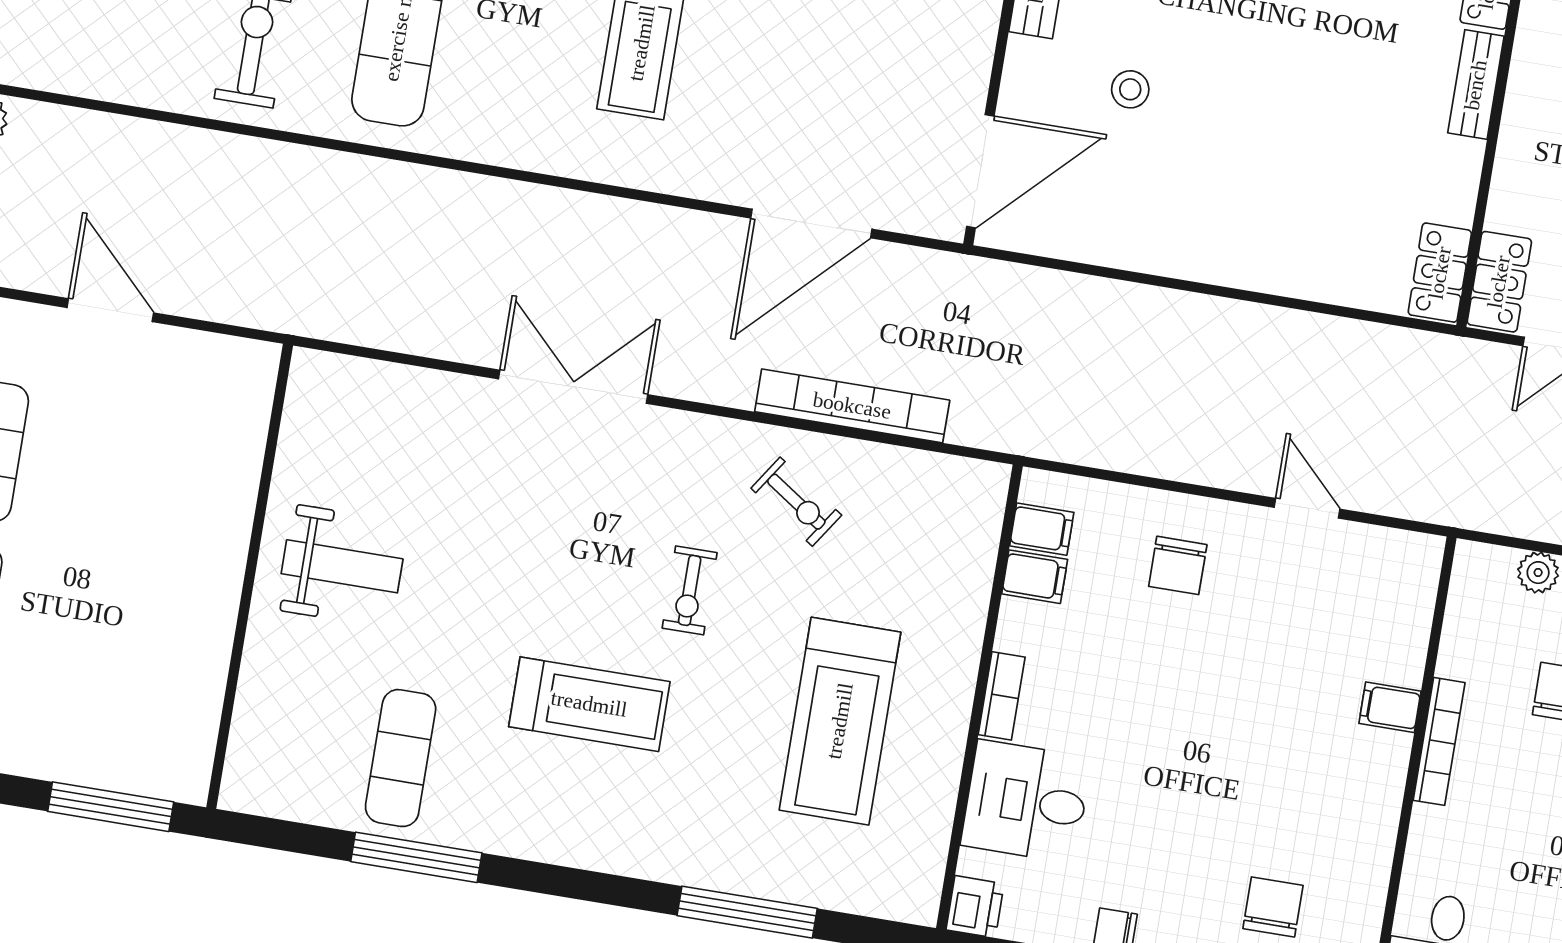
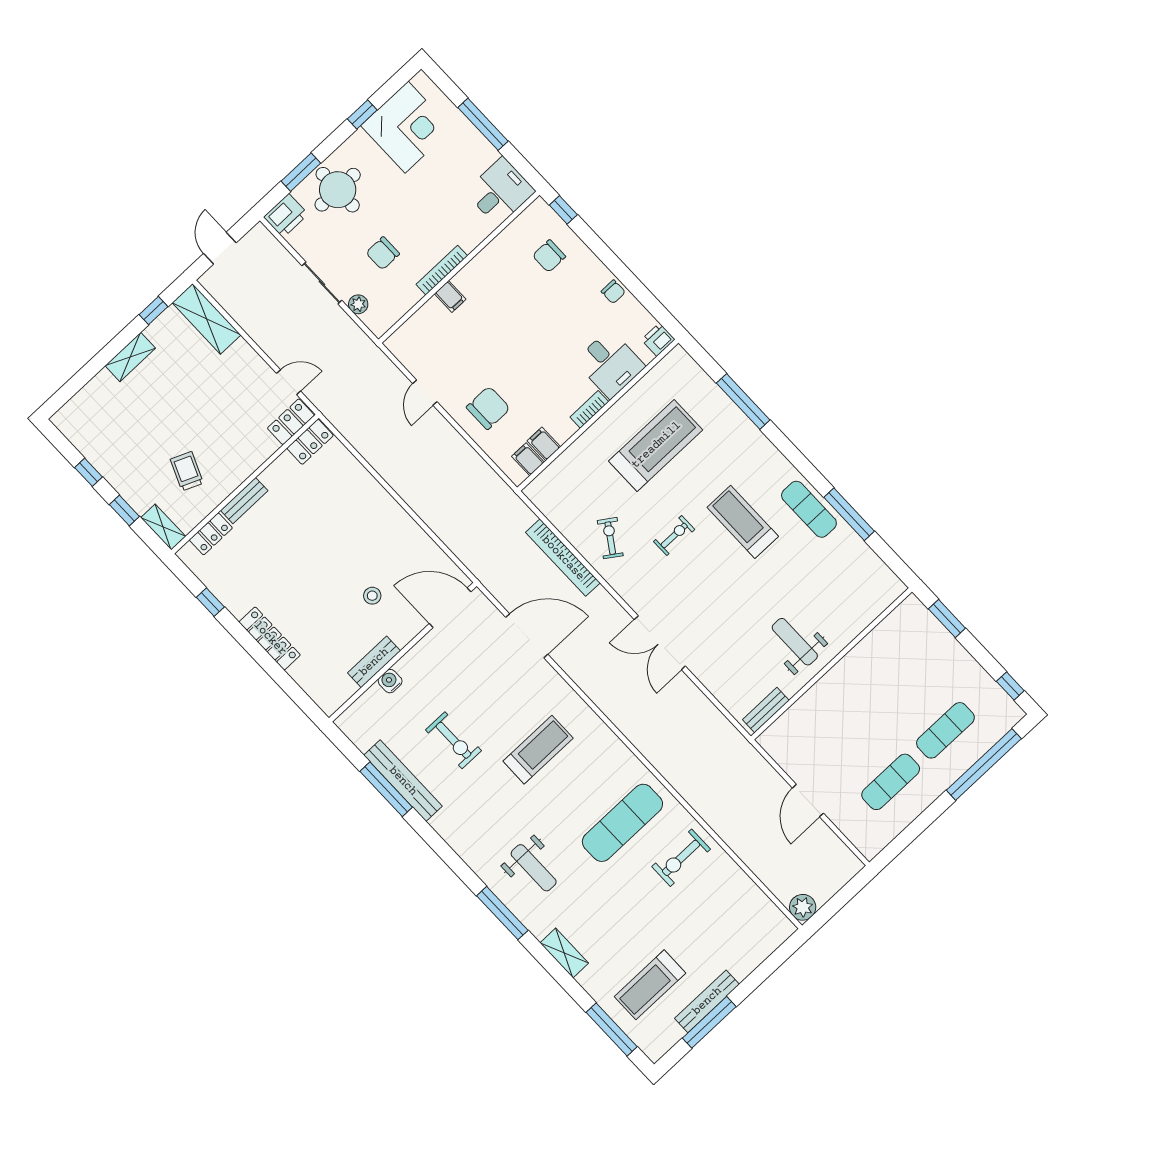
bench: (302, 411) -> (766, 710), added
chair: (1178, 565) -> (488, 408), width x1.37, depth x1.37
exercise mat: (401, 758) -> (809, 509), moved, turned 90
window: (111, 807) -> (947, 618), width x0.69

